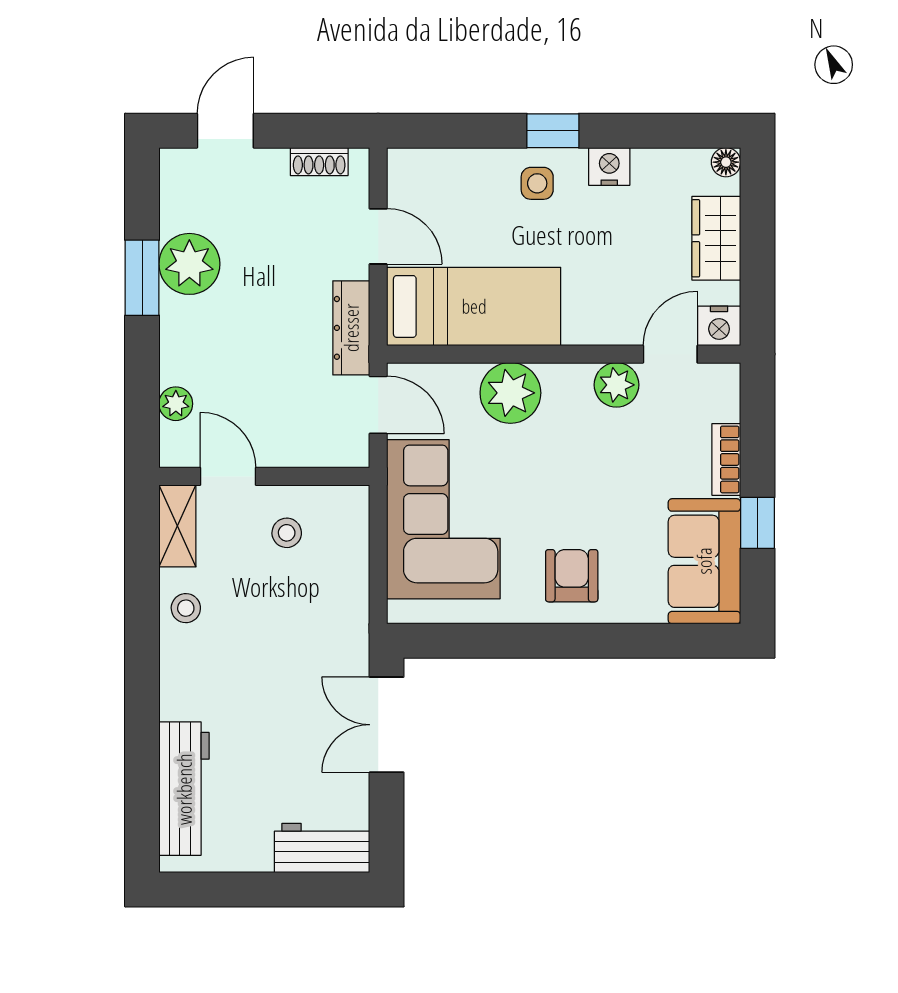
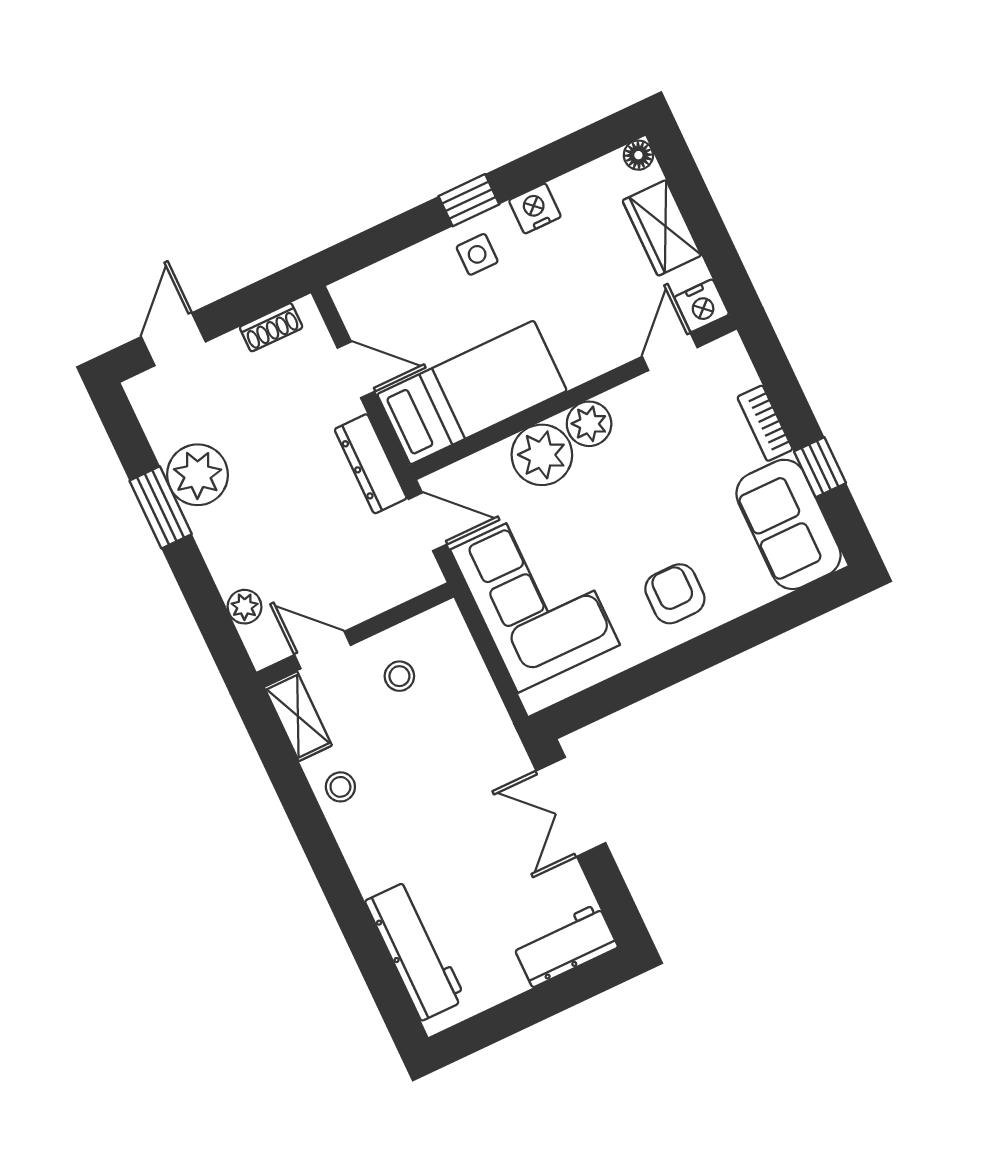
plant: (616, 385) -> (589, 424), moved

